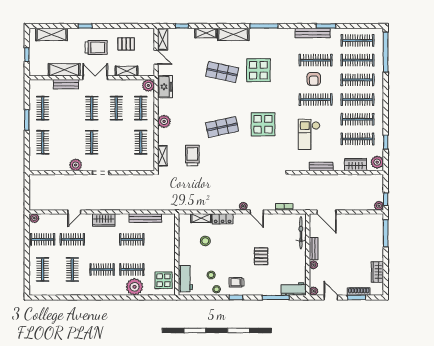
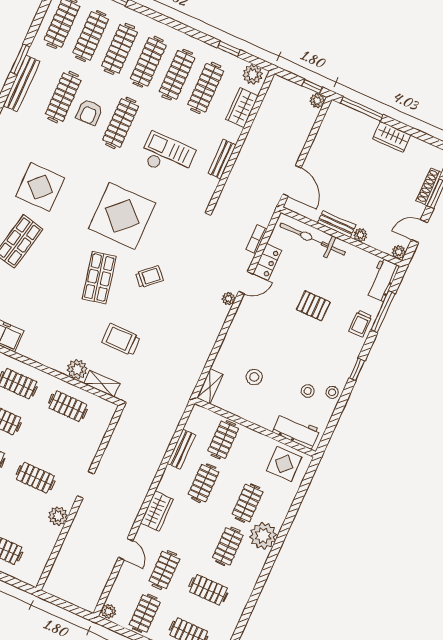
armchair: (314, 79) -> (89, 112), turned 90
plant: (164, 121) -> (77, 369), moved
display table: (263, 124) -> (122, 216), width x1.36, depth x1.36
checkout: (309, 134) -> (167, 155), turned 180
trolley: (236, 155) -> (149, 277), added
door: (327, 212) -> (292, 181), hinge flipped
bench: (145, 218) -> (181, 449), width x0.73
shelving: (201, 218) -> (210, 386), moved
locker: (223, 219) -> (267, 262), moved
bicycle: (301, 233) -> (313, 239), width x1.37, depth x1.40
clothes rail: (162, 239) -> (223, 440), added
wardrobe: (377, 272) -> (392, 137), moved
trolley: (237, 282) -> (360, 323), moved
plant: (134, 287) -> (263, 536), moved

